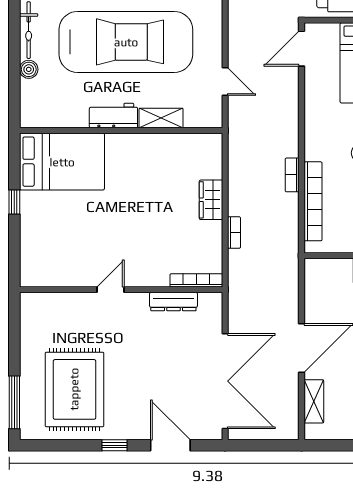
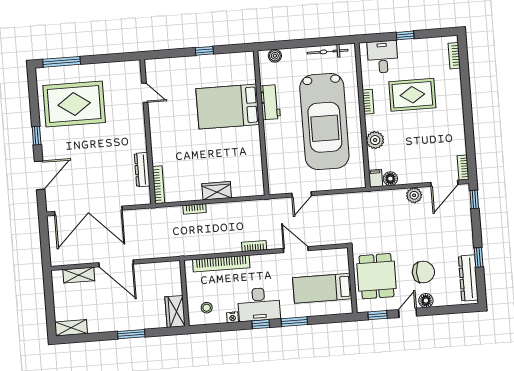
door: (301, 49) -> (296, 250), moved
boiler: (29, 69) -> (275, 56), moved
workbench: (113, 116) -> (270, 102), moved
shelving: (161, 118) -> (272, 151), removed
bed: (62, 162) -> (228, 107), moved, turned 90
bookcase: (292, 175) -> (254, 246), moved
door: (111, 290) -> (145, 93), moved

